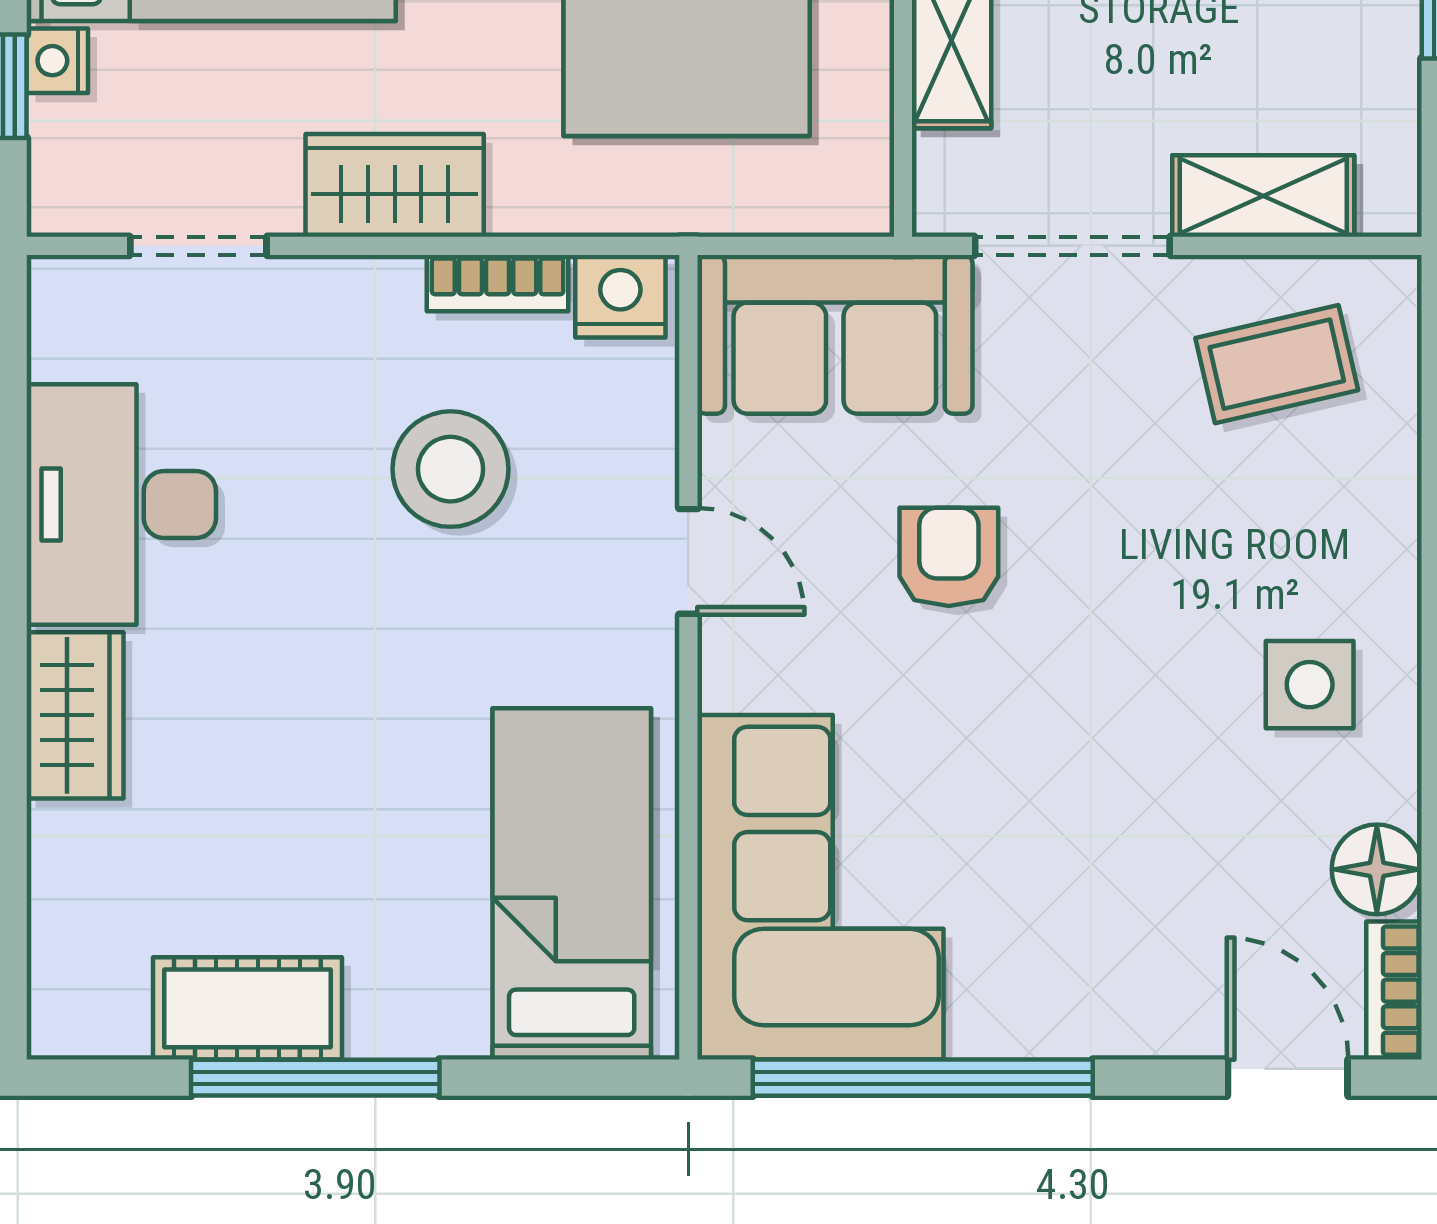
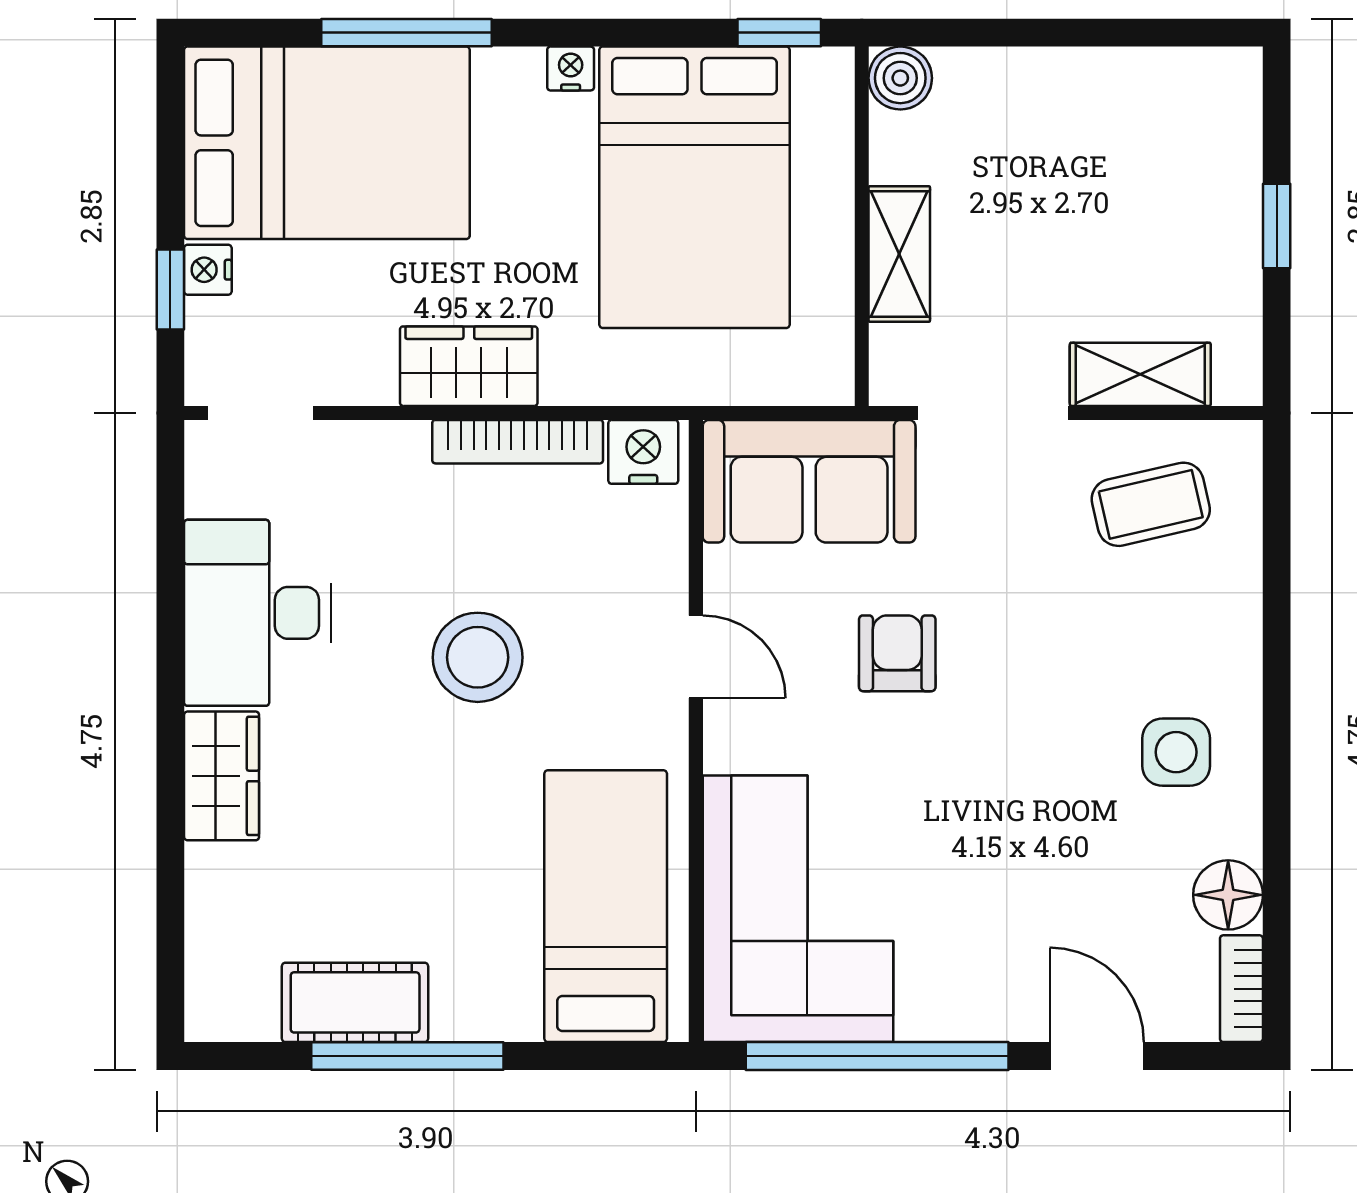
doorway: (198, 246) -> (261, 413), moved
bookcase: (498, 283) -> (518, 442), width x1.56
stool: (450, 469) -> (478, 657), moved
door: (1288, 1078) -> (1097, 1056), moved

